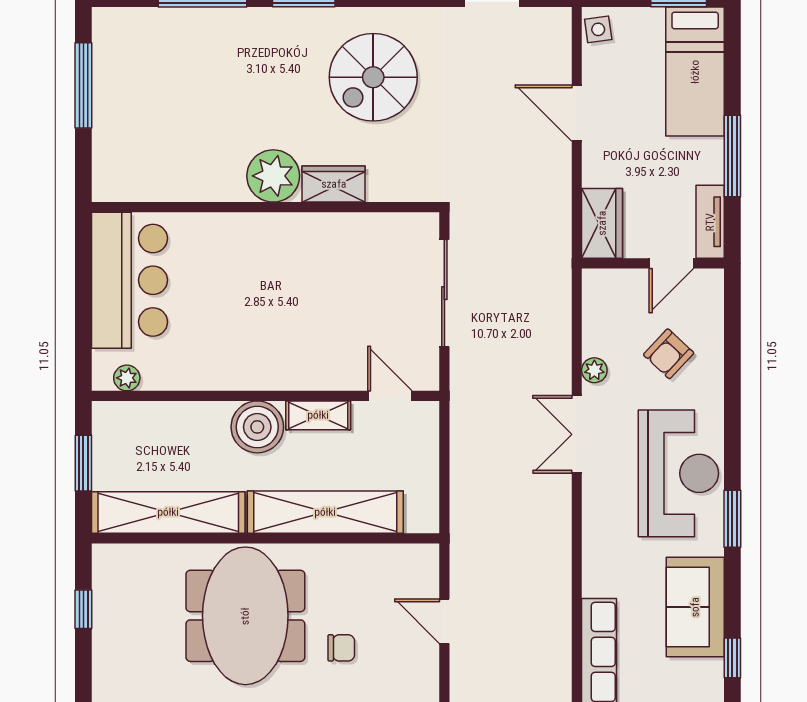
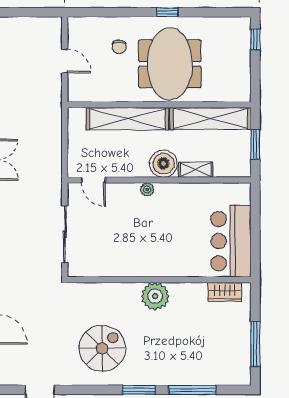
wardrobe: (334, 184) -> (225, 292), moved
plant: (127, 378) -> (147, 189), moved
shelving: (318, 415) -> (196, 170), moved
window: (83, 609) -> (255, 39), moved
chair: (341, 648) -> (119, 47), turned -90

